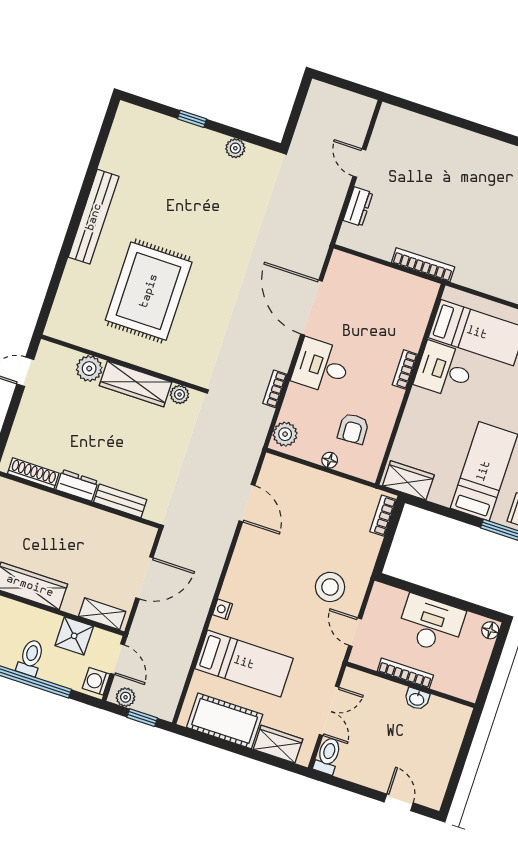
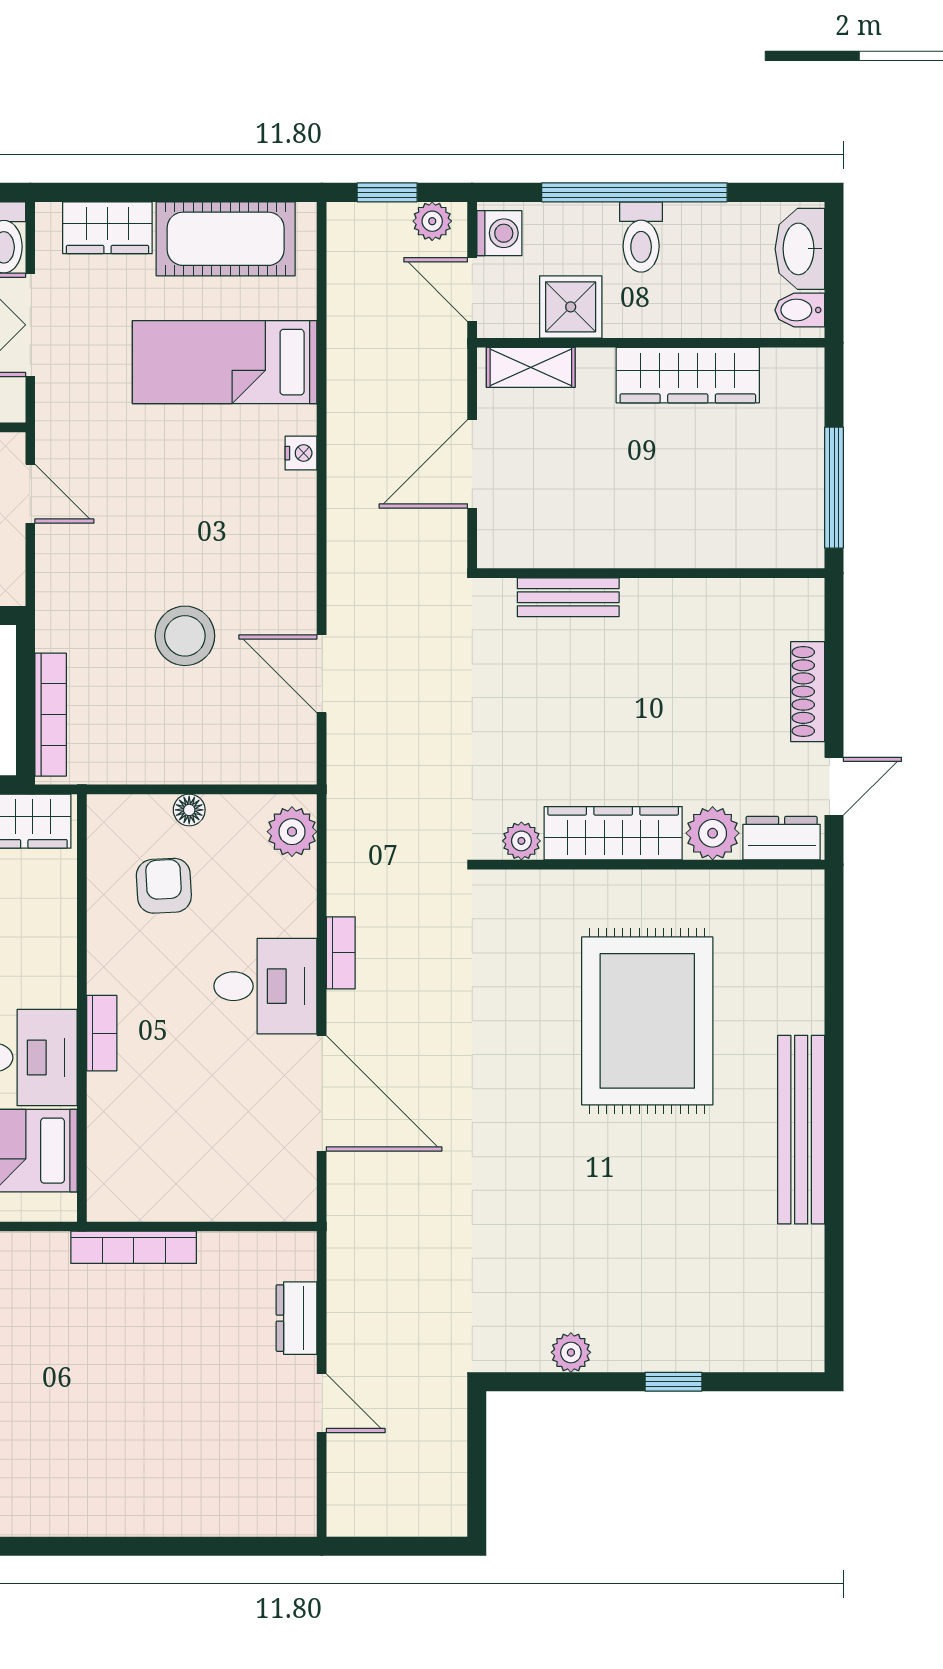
bookcase: (275, 389) -> (341, 953), moved
shoe rack: (33, 473) -> (808, 692), moved, turned 90
dresser: (77, 485) -> (782, 838), moved, turned 180
bookcase: (383, 516) -> (51, 715), width x1.56
stool: (330, 587) -> (185, 636), moved

